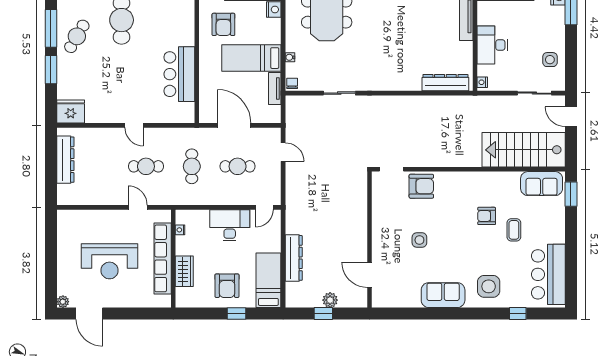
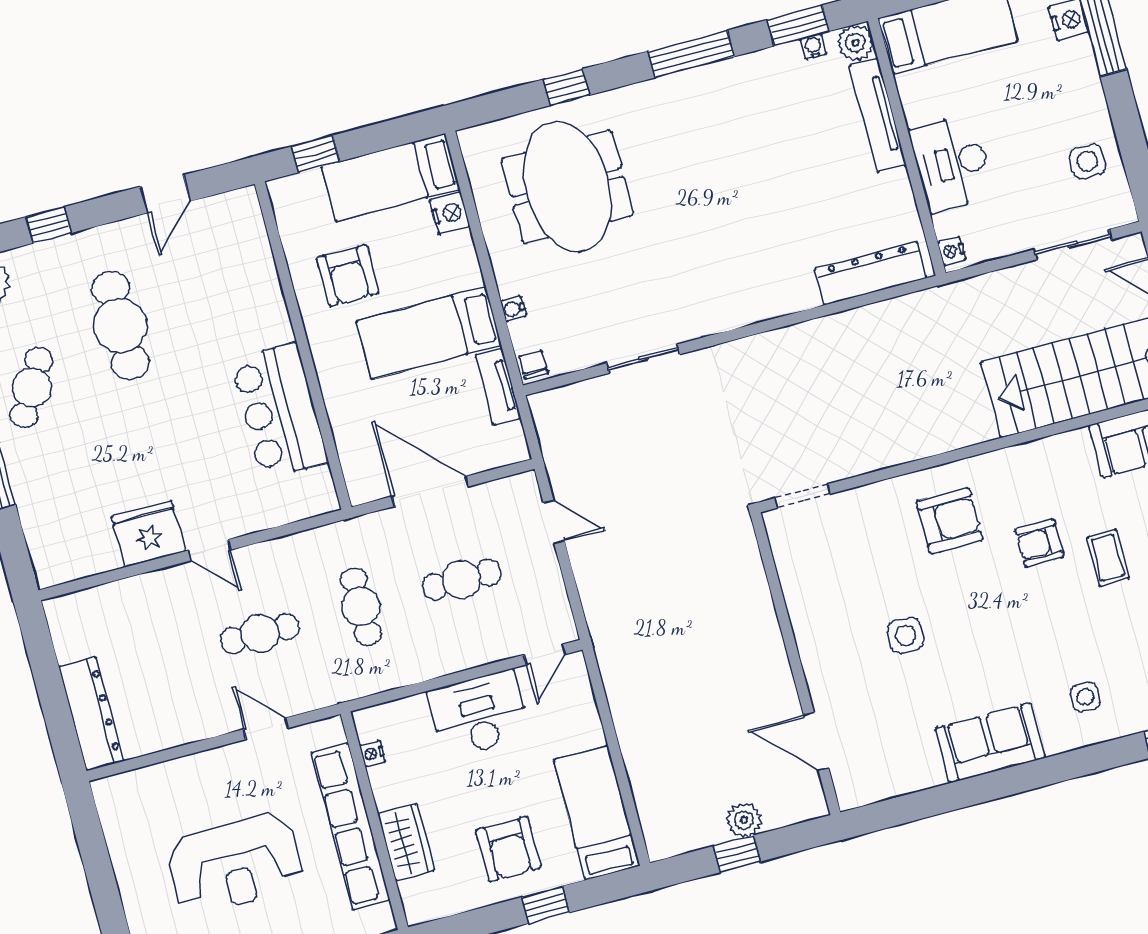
fridge: (71, 111) -> (148, 534), moved
dresser: (65, 160) -> (91, 714), moved
armchair: (421, 186) -> (949, 521), moved
dresser: (294, 258) -> (639, 749), removed
side table: (489, 286) -> (1085, 697), width x0.54, depth x0.54

